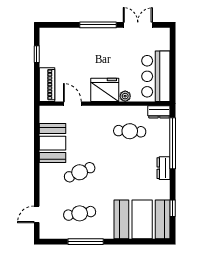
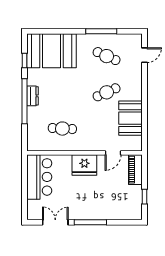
double door: (138, 25) -> (55, 222), swing flipped
plant: (125, 96) -> (66, 159), removed
door: (72, 104) -> (113, 153), hinge flipped
dresser: (159, 112) -> (37, 146), removed
window: (173, 143) -> (25, 101), moved
cafe table: (80, 213) -> (107, 56), turned 33

